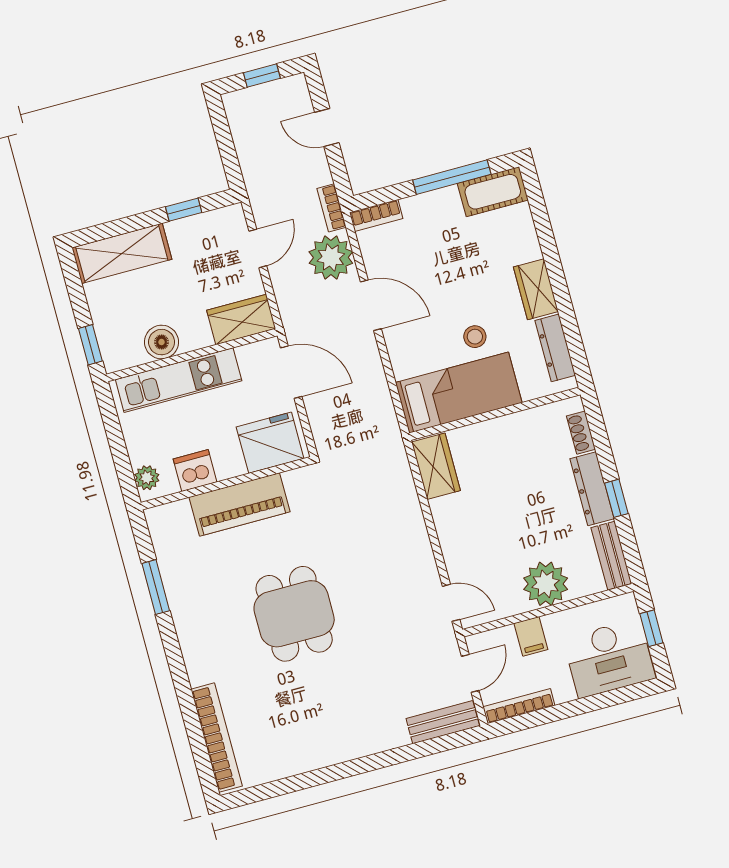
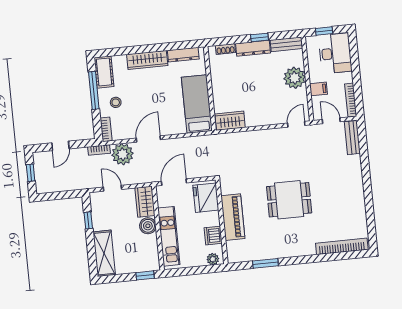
wardrobe: (536, 289) -> (147, 60), width x1.50
stool: (475, 337) -> (116, 102), moved
boiler: (162, 342) -> (148, 226), moved

